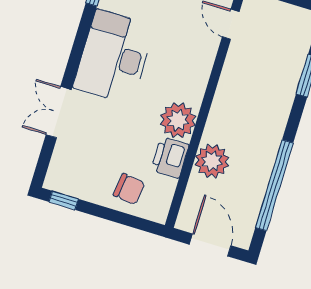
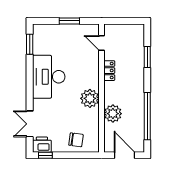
locker: (229, 80) -> (109, 71), added
double door: (59, 112) -> (30, 124), moved
printer: (170, 157) -> (42, 145), moved, turned 90

